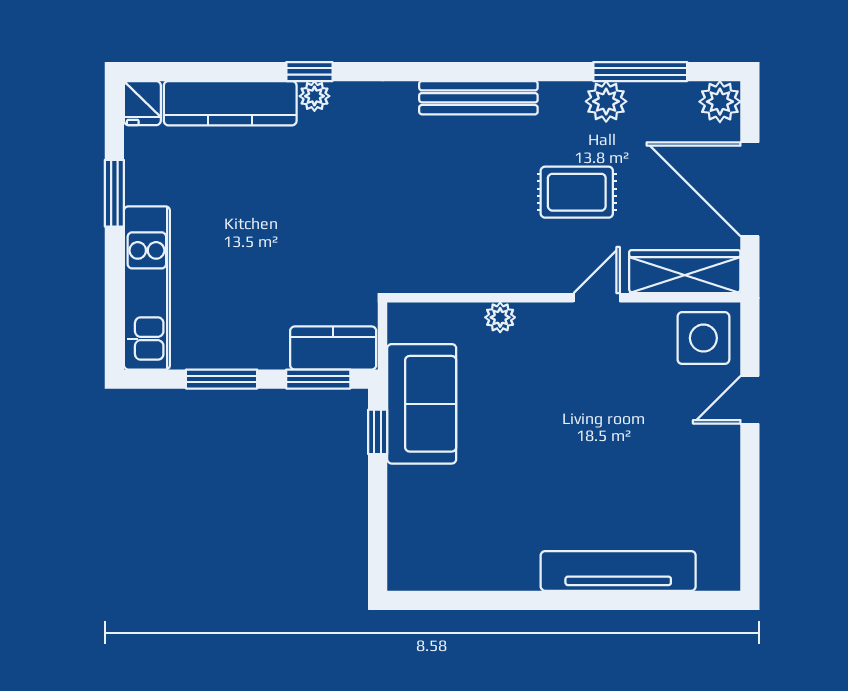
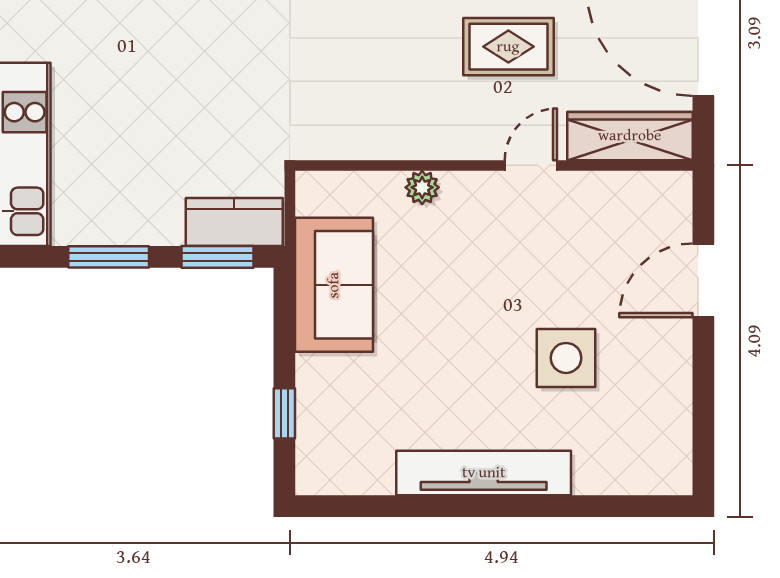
side table: (703, 338) -> (566, 358), moved
door: (750, 400) -> (703, 280), width x1.38
window: (378, 432) -> (284, 413), moved
tv unit: (618, 571) -> (484, 473), moved

